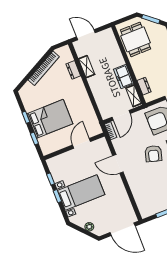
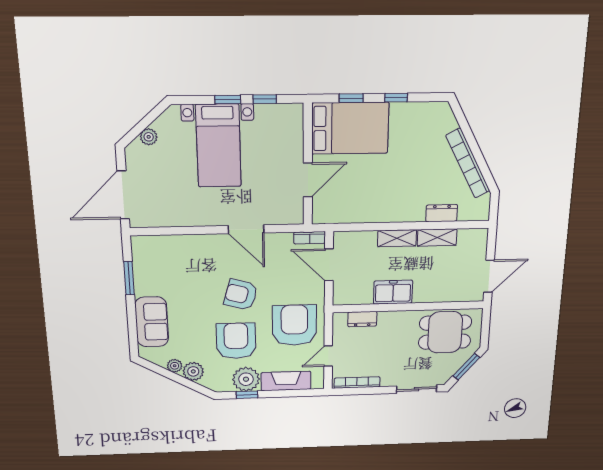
door: (86, 35) -> (489, 276), moved
shelving: (134, 96) -> (397, 238), moved
bed: (50, 119) -> (350, 128), moved, turned -90
door: (82, 143) -> (308, 180), hinge flipped
door: (118, 164) -> (246, 229), swing flipped

